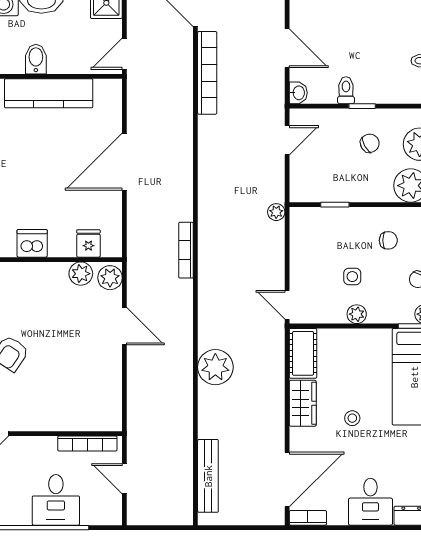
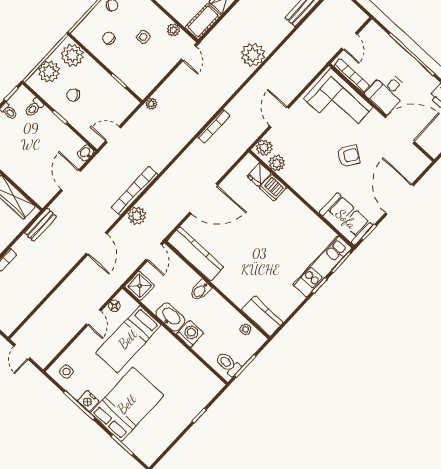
door: (124, 54) -> (154, 252), hinge flipped
bookcase: (207, 73) -> (135, 191), moved
plant: (180, 76) -> (137, 216), added
toilet: (346, 90) -> (34, 108), moved
kitchen counter: (49, 93) -> (195, 254), moved
dishwasher: (32, 243) -> (273, 188), moved
plant: (357, 314) -> (173, 30), moved
corner sofa: (75, 401) -> (338, 103), added
desk: (56, 500) -> (387, 92), moved, turned 180

